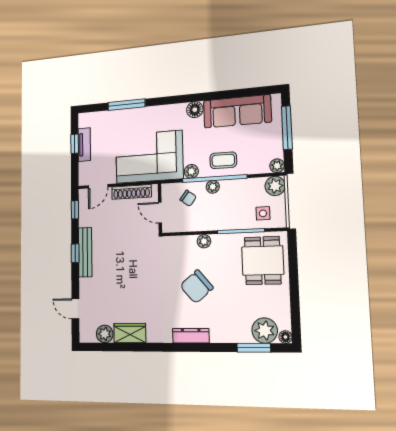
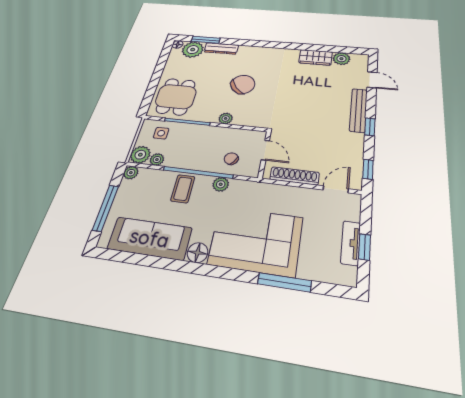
corner sofa: (149, 157) -> (256, 241), moved, turned 180
coffee table: (223, 160) -> (183, 189), turned 90
plant: (213, 187) -> (157, 160), moved
bench: (85, 252) -> (358, 110), moved
dresser: (191, 336) -> (221, 48), moved

